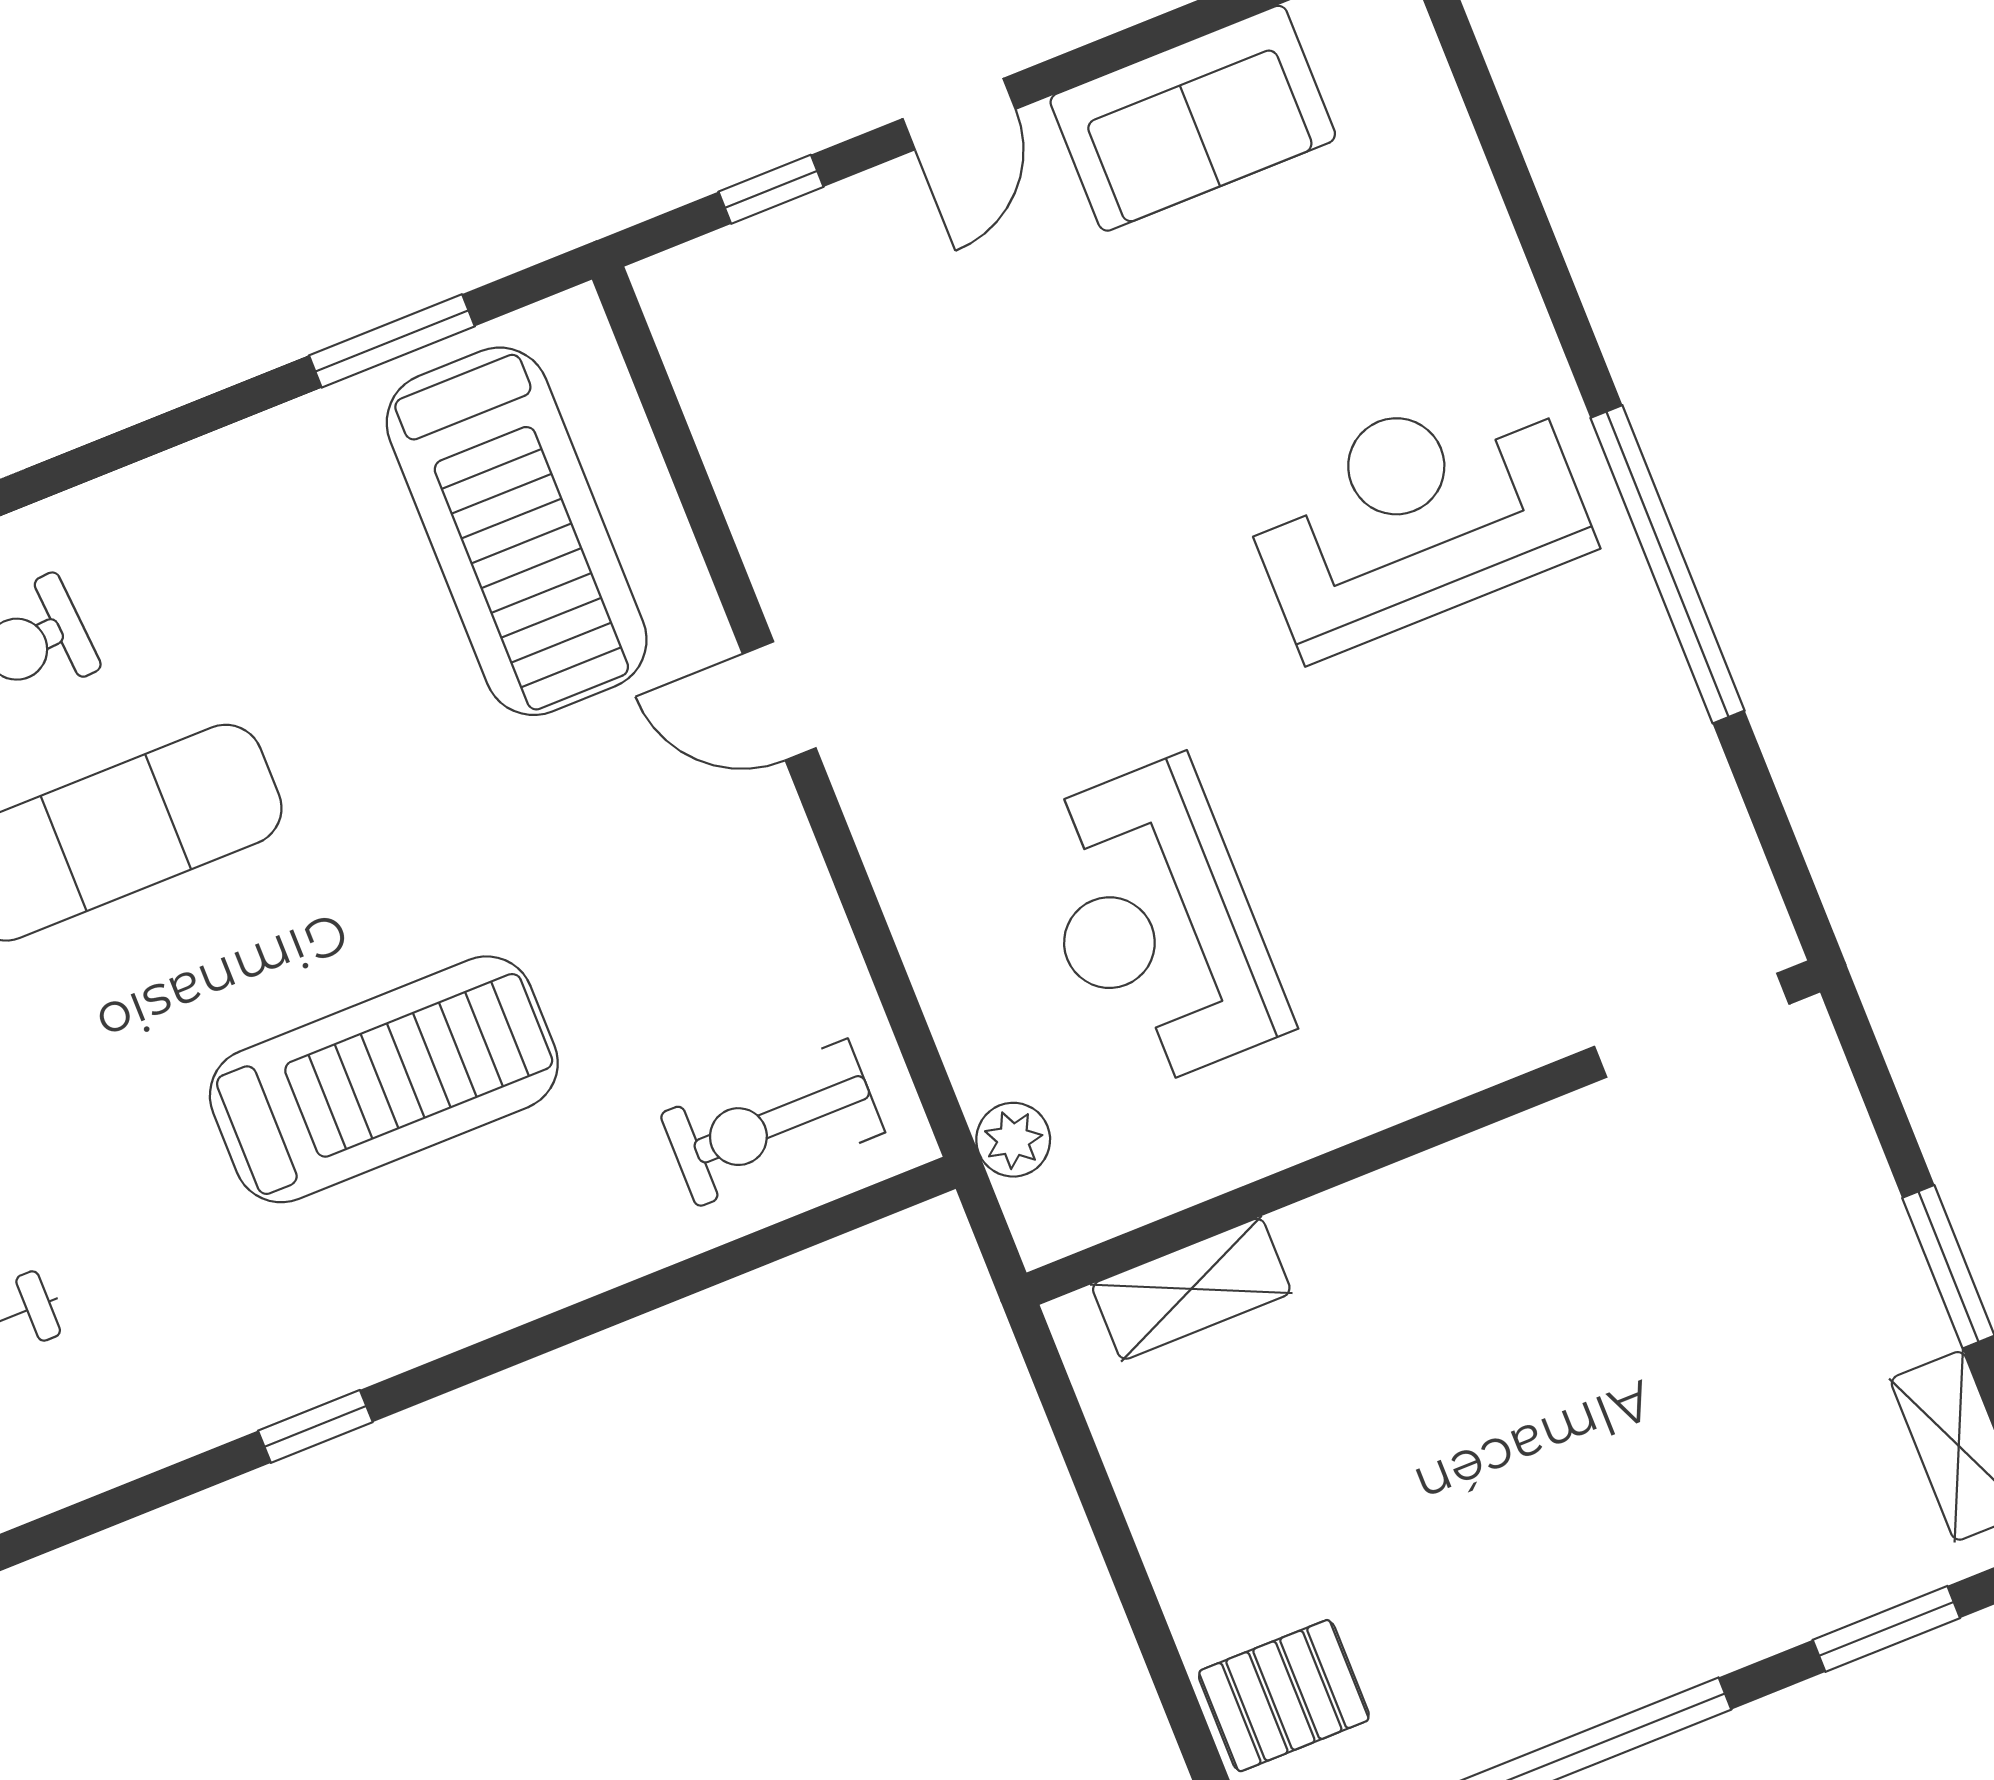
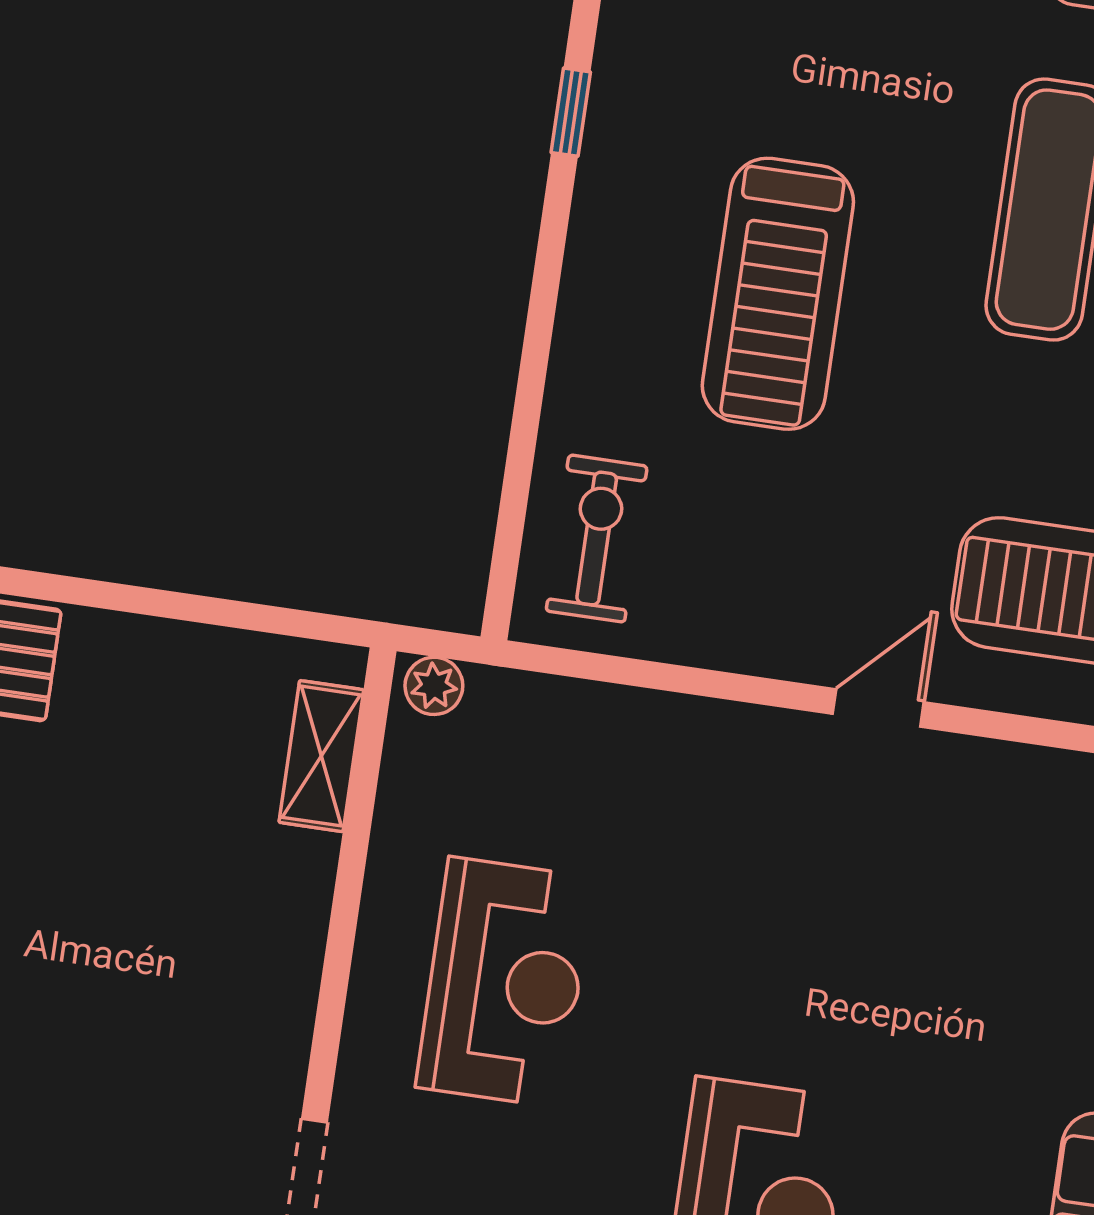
reception desk: (1155, 924) -> (505, 982), moved, turned 90
plant: (1013, 1140) -> (434, 686), moved

